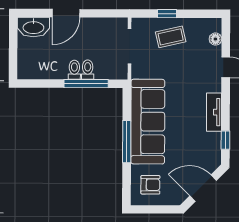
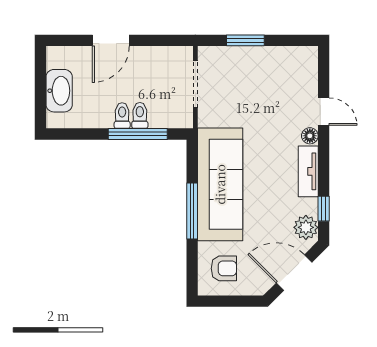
window: (167, 14) -> (245, 40), width x1.50
washbasin: (33, 27) -> (59, 91), moved, turned -90
coffee table: (171, 37) -> (250, 71), removed
floor lamp: (215, 39) -> (310, 136), moved
plant: (212, 154) -> (306, 227), added

